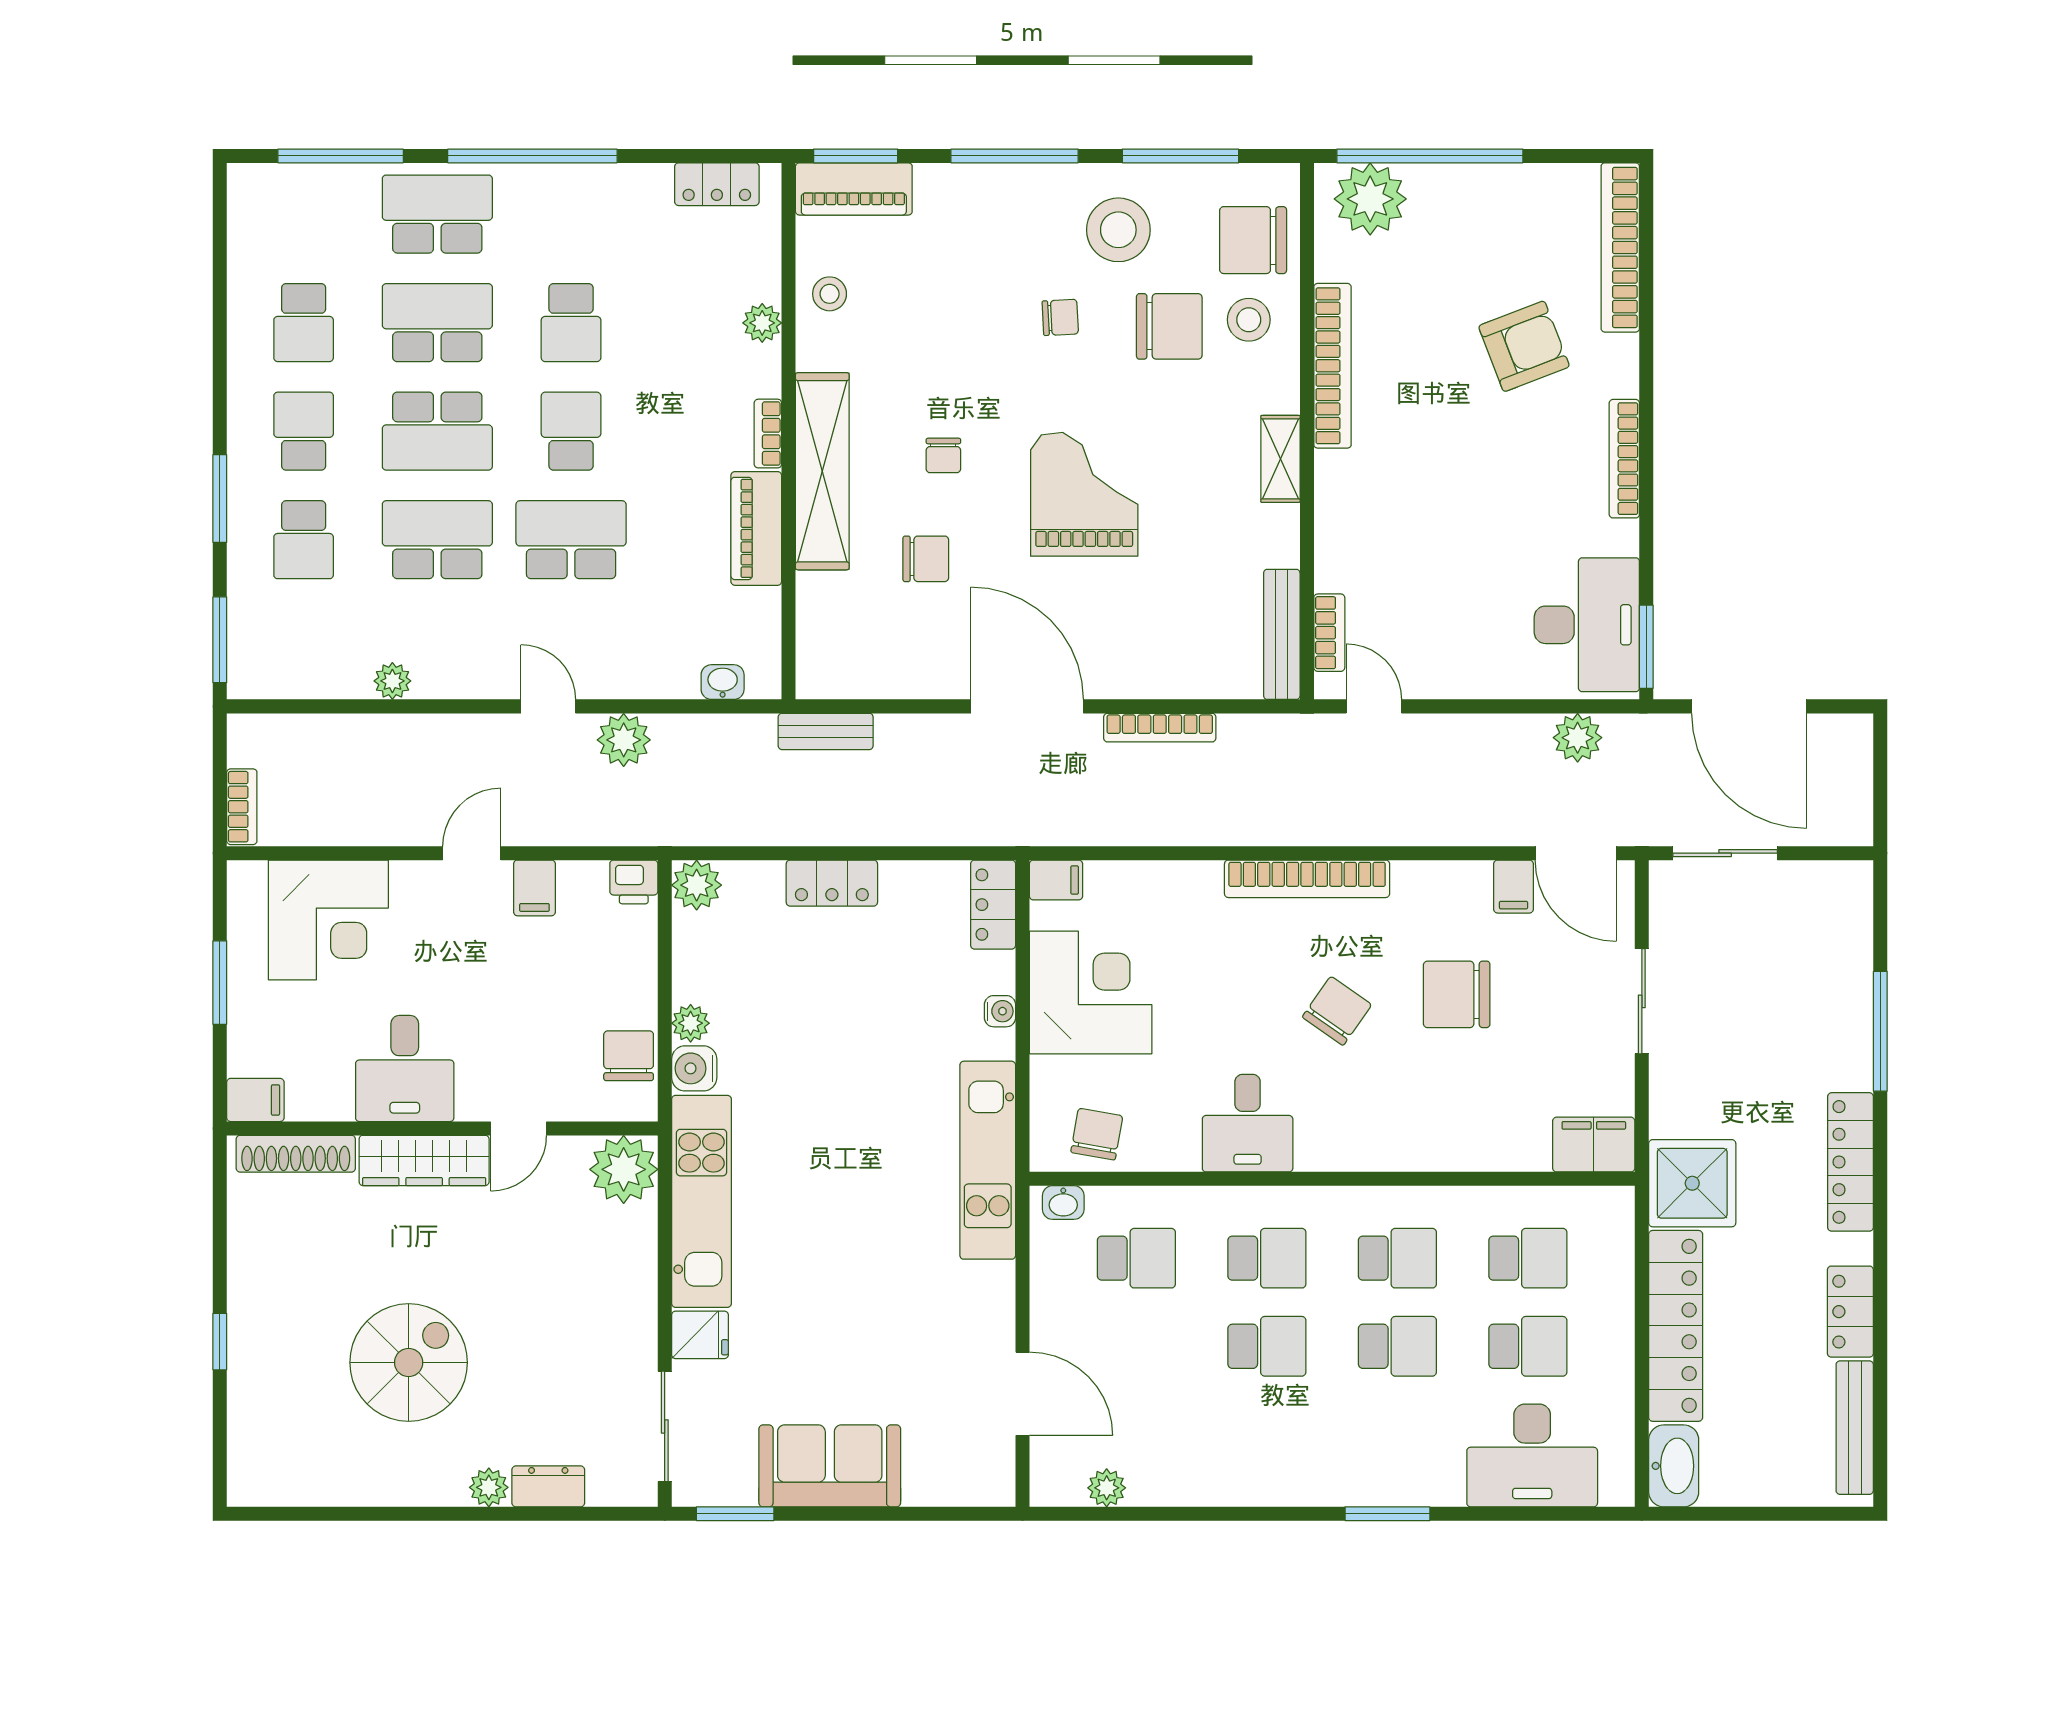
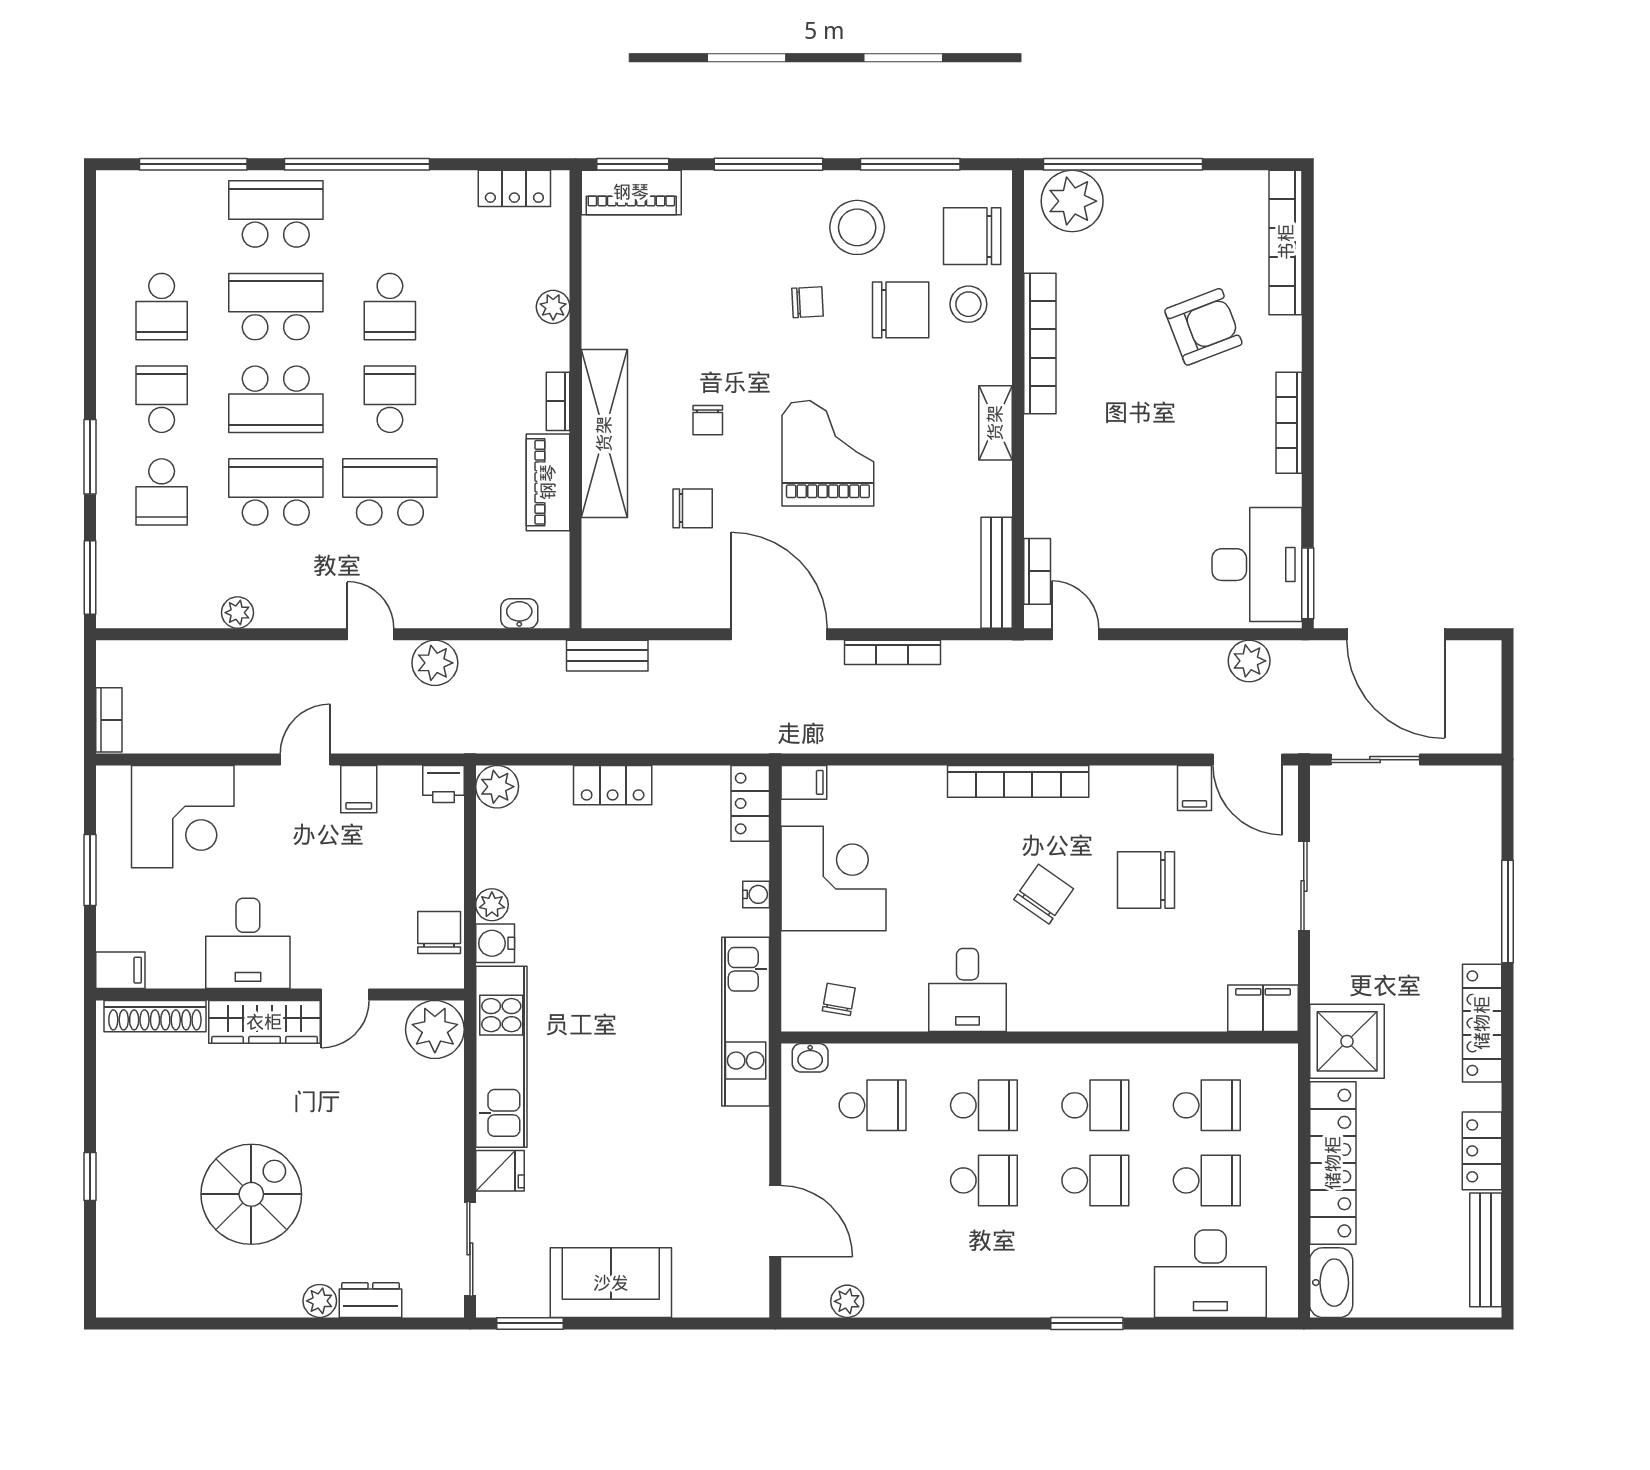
stool: (830, 294) -> (611, 282), removed
chair: (1097, 1134) -> (839, 999), width x0.73, depth x0.73

